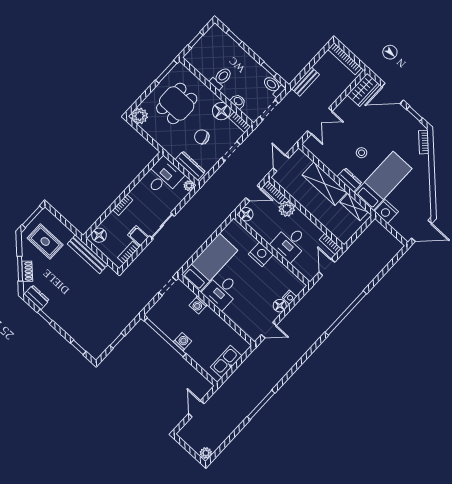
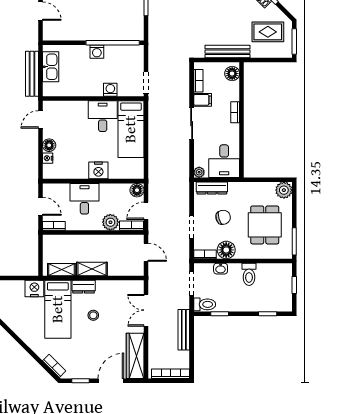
bench: (306, 82) -> (184, 330), width x1.36
wardrobe: (363, 90) -> (135, 356), width x1.50
shelving: (324, 184) -> (92, 269), width x0.67, depth x0.75
bench: (244, 369) -> (32, 74), added

